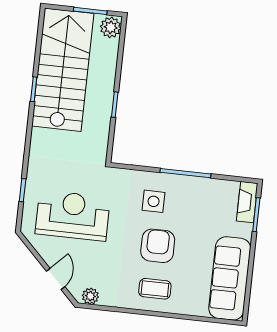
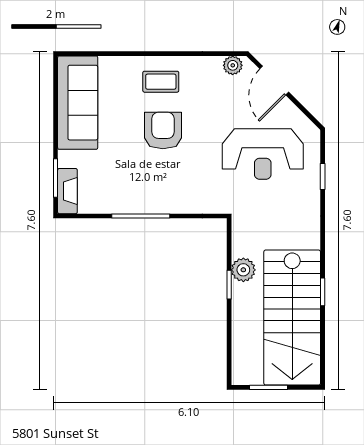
plant: (111, 27) -> (243, 270), moved
side table: (154, 201) -> (173, 180), removed
armchair: (158, 246) -> (163, 130), turned 180
door: (56, 279) -> (274, 80), width x1.38

